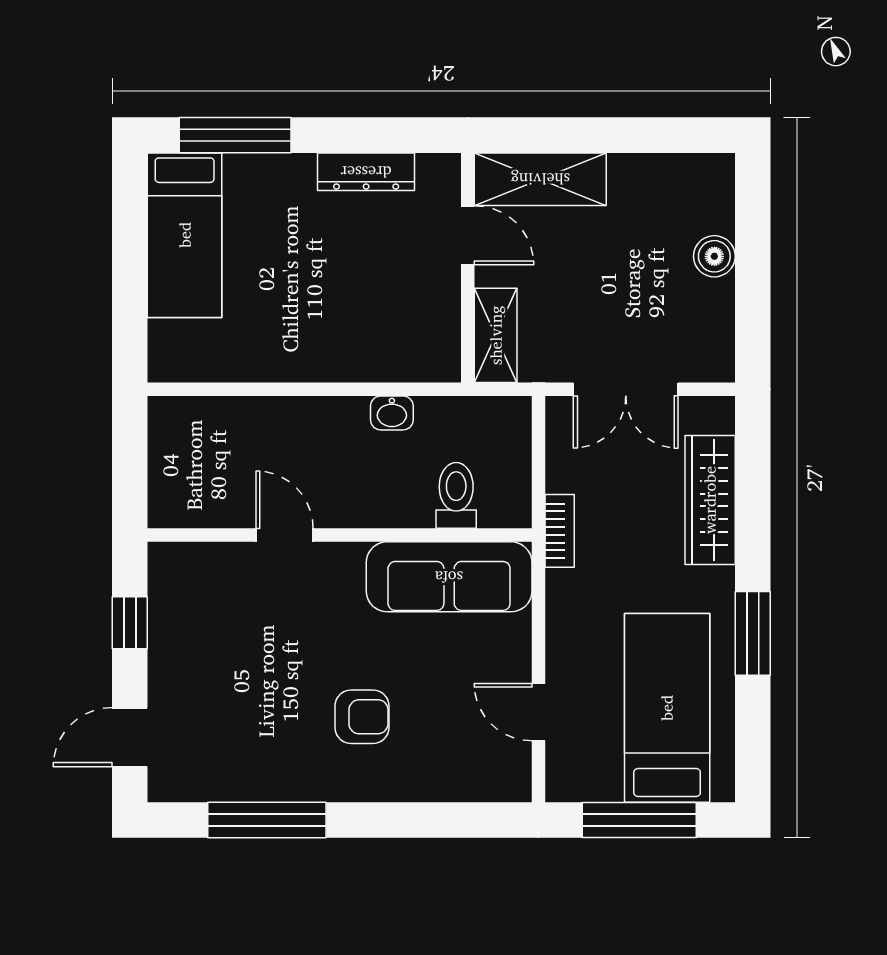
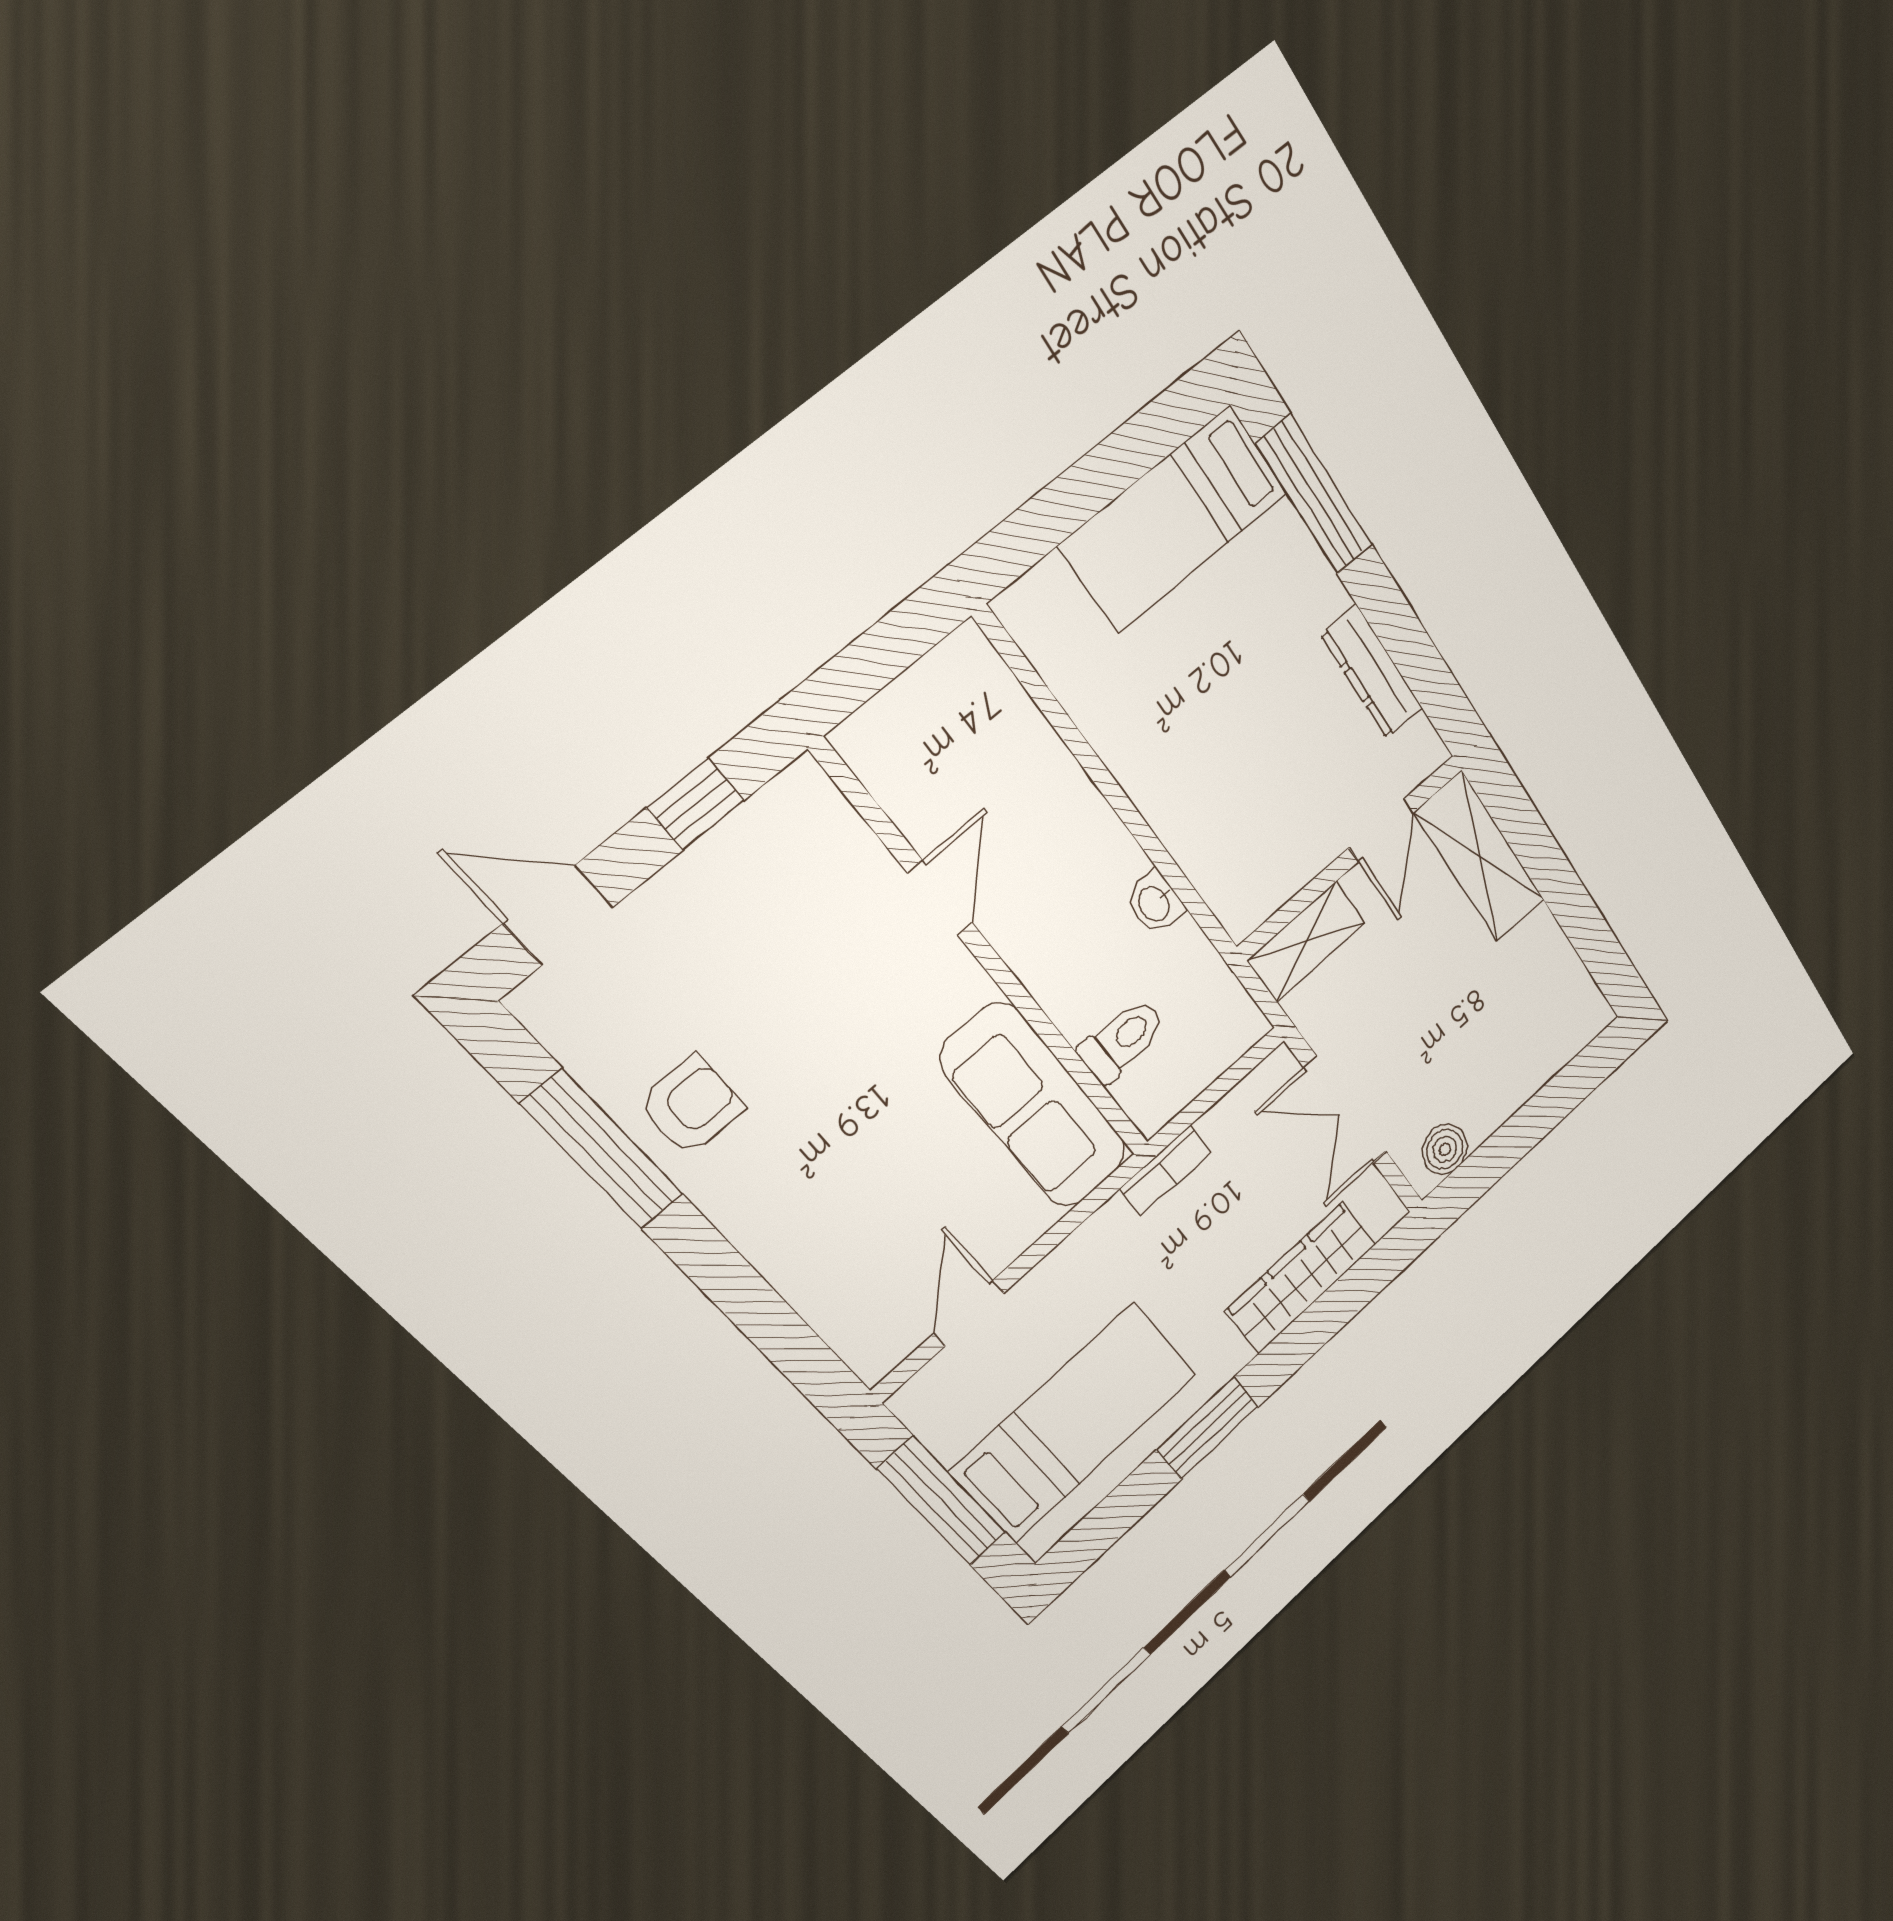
boiler: (714, 256) -> (1445, 1149), moved
armchair: (362, 717) -> (691, 1106), moved, turned -90

